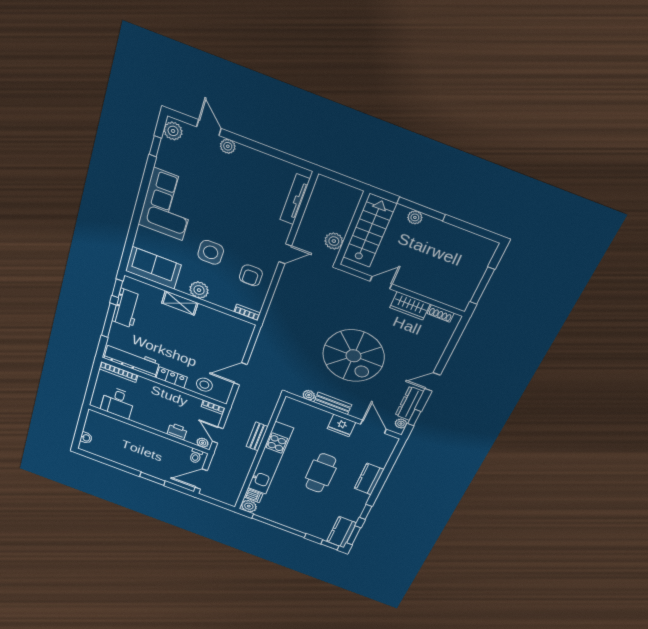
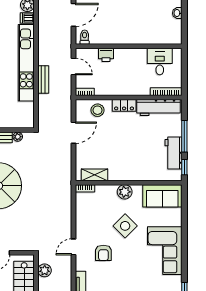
side table: (211, 252) -> (125, 226), turned 45
armchair: (251, 275) -> (103, 253), moved, turned 180
shelving: (180, 303) -> (95, 175), moved
plant: (203, 443) -> (83, 53), removed

